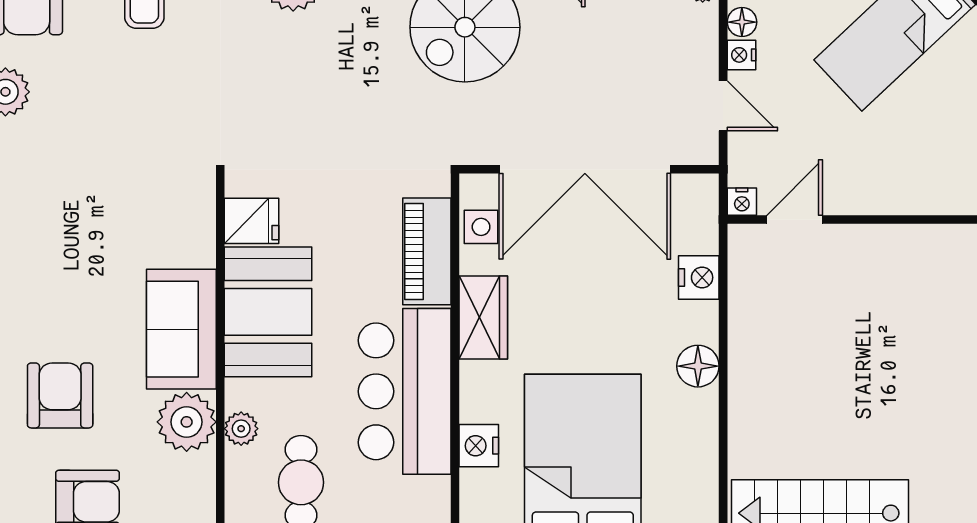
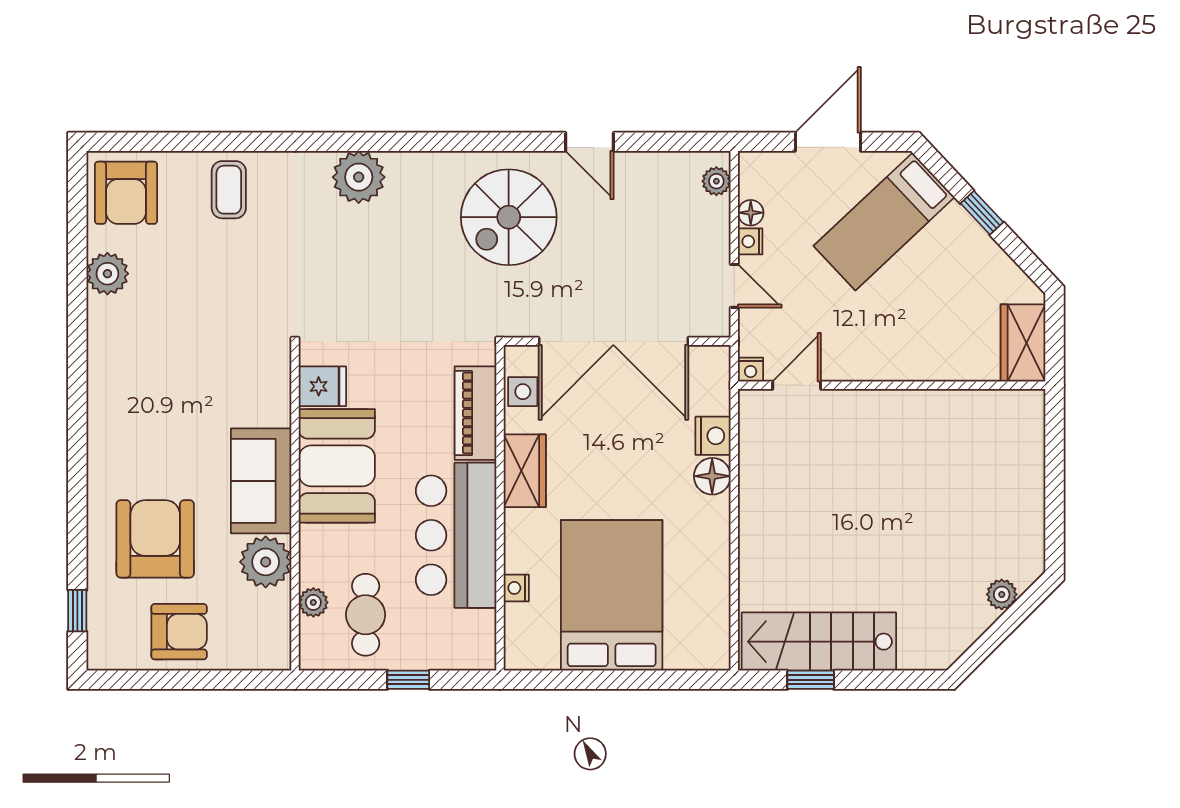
floor lamp: (698, 366) -> (712, 476), moved
armchair: (60, 395) -> (155, 539), width x1.36, depth x1.36
plant: (241, 429) -> (313, 602), moved
nightstand: (479, 446) -> (516, 588), width x0.72, depth x0.74

